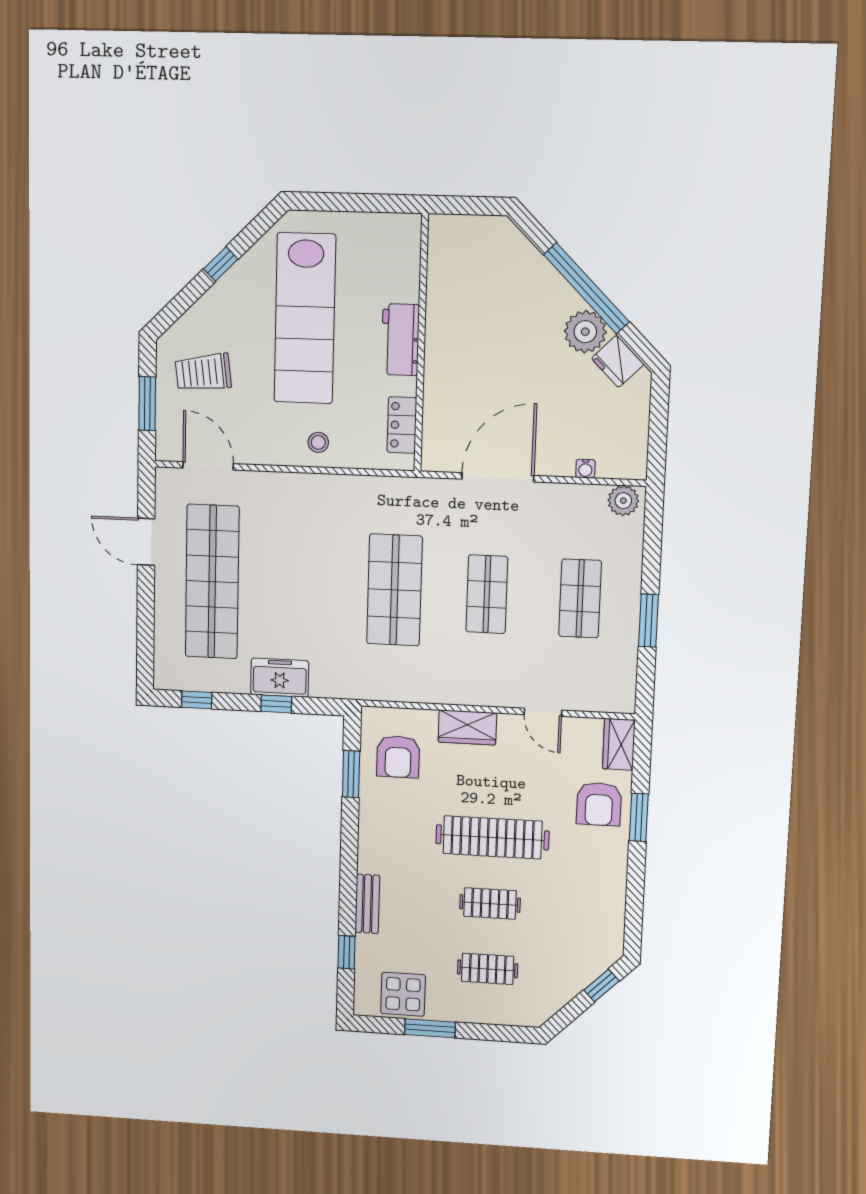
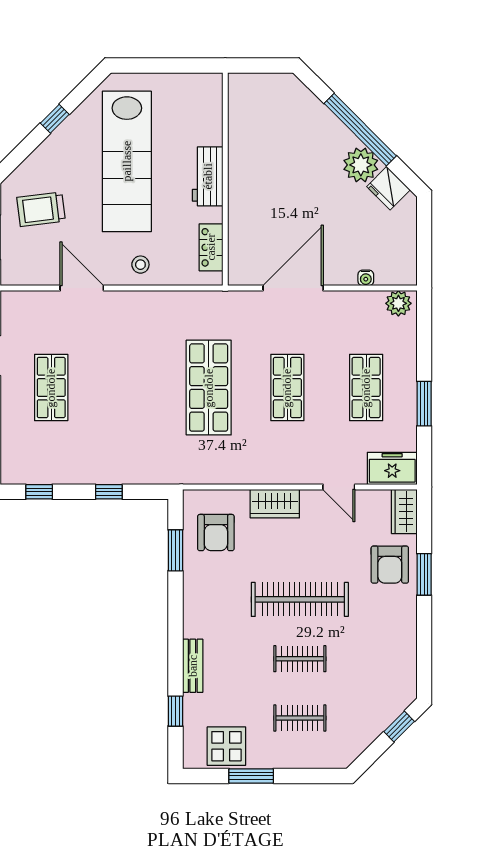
door: (208, 466) -> (82, 288), moved
shop shelf: (212, 582) -> (51, 388), width x0.50, depth x0.74
freezer: (280, 678) -> (392, 468), moved

